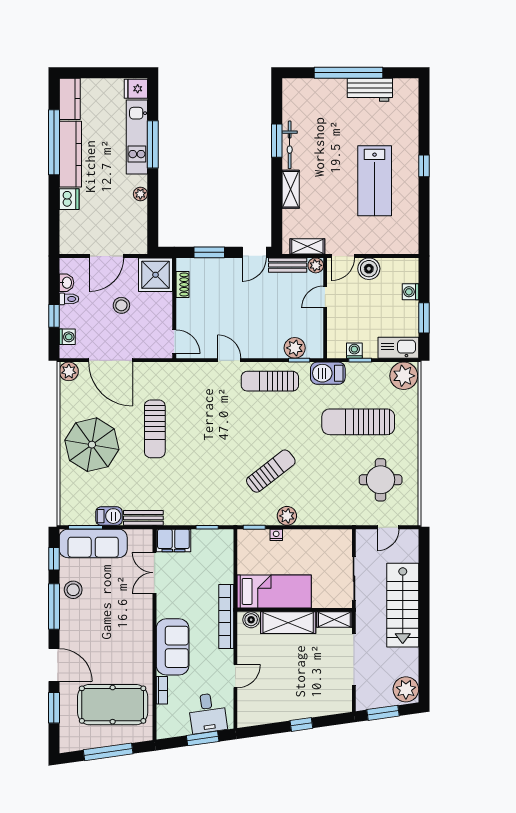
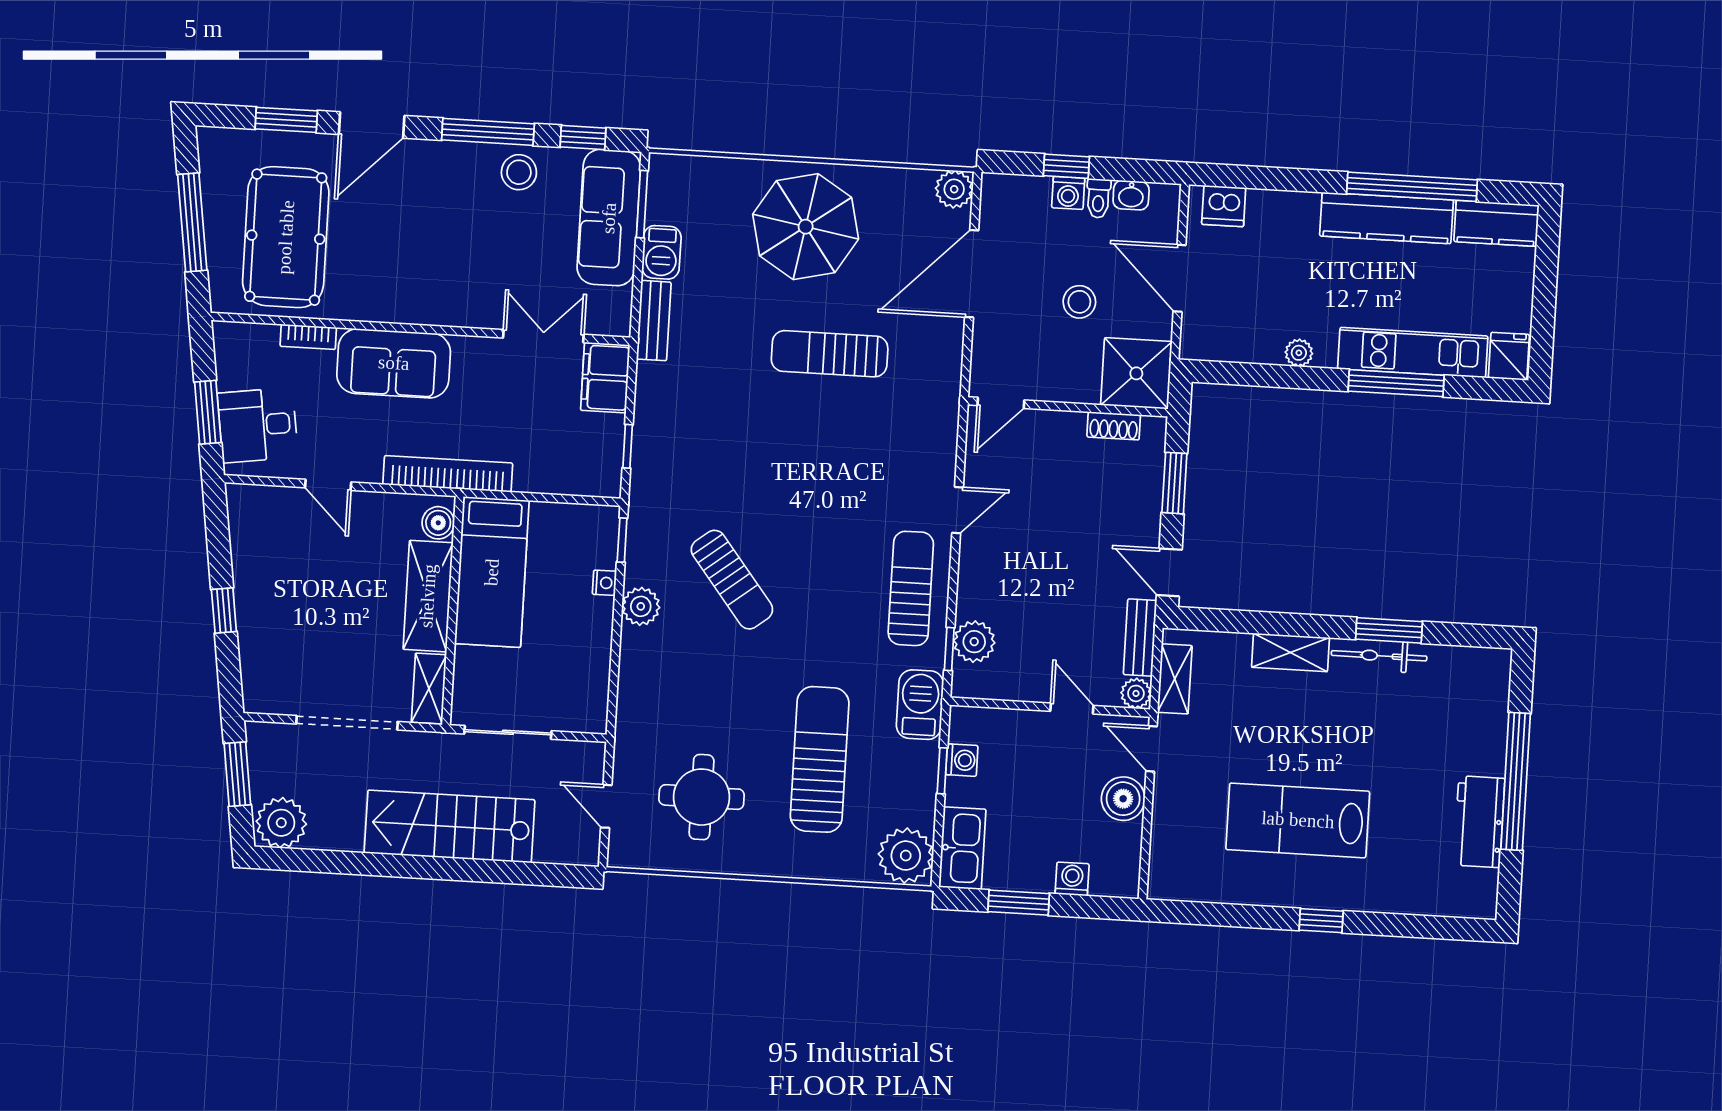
dishwasher: (69, 199) -> (1224, 206), moved
washing machine: (67, 337) -> (1068, 193), moved

